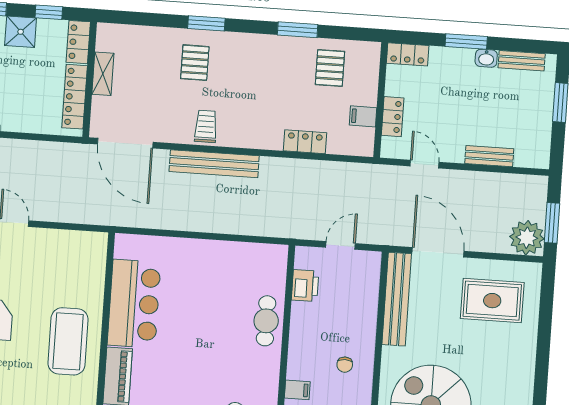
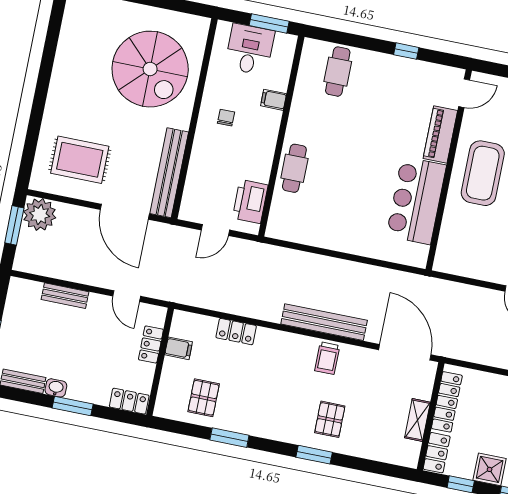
printer: (305, 286) -> (250, 202), width x1.37, depth x1.19

